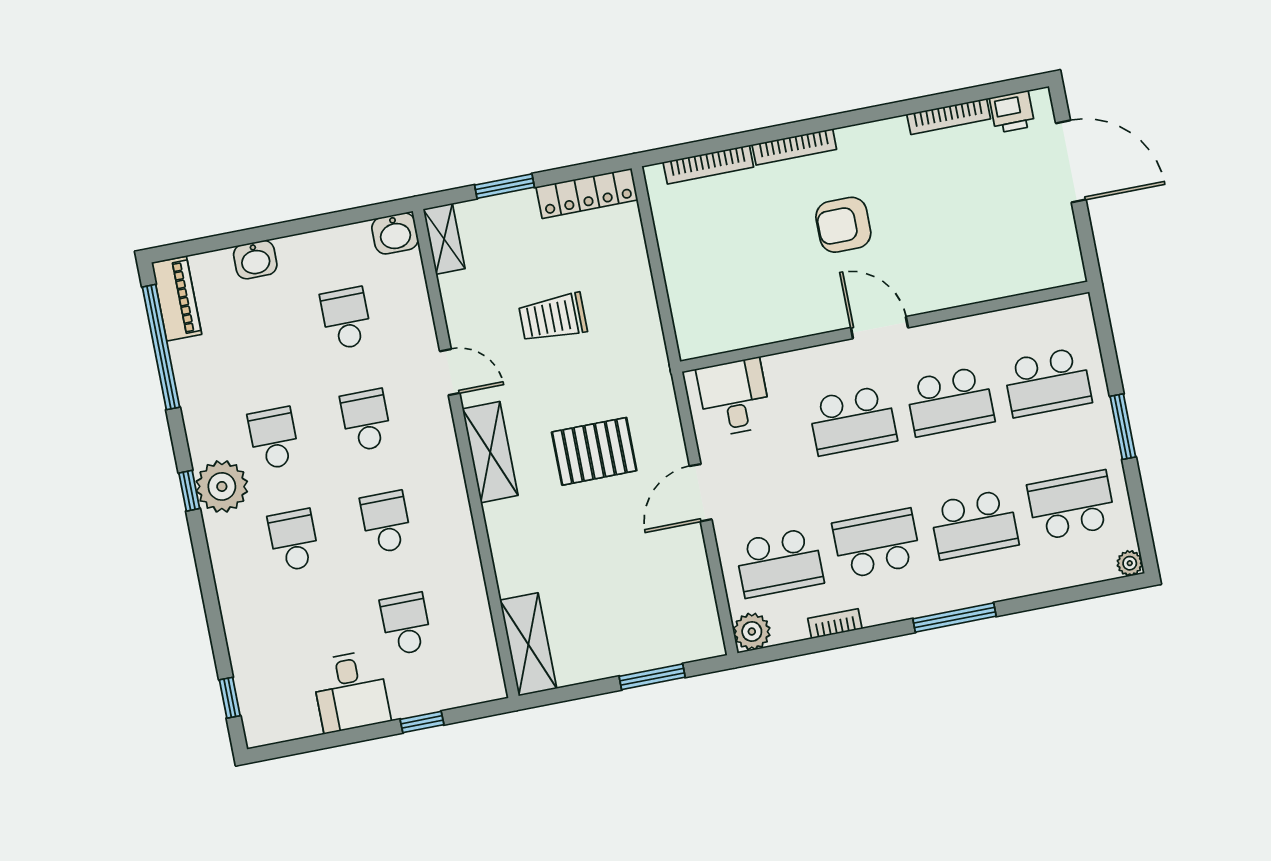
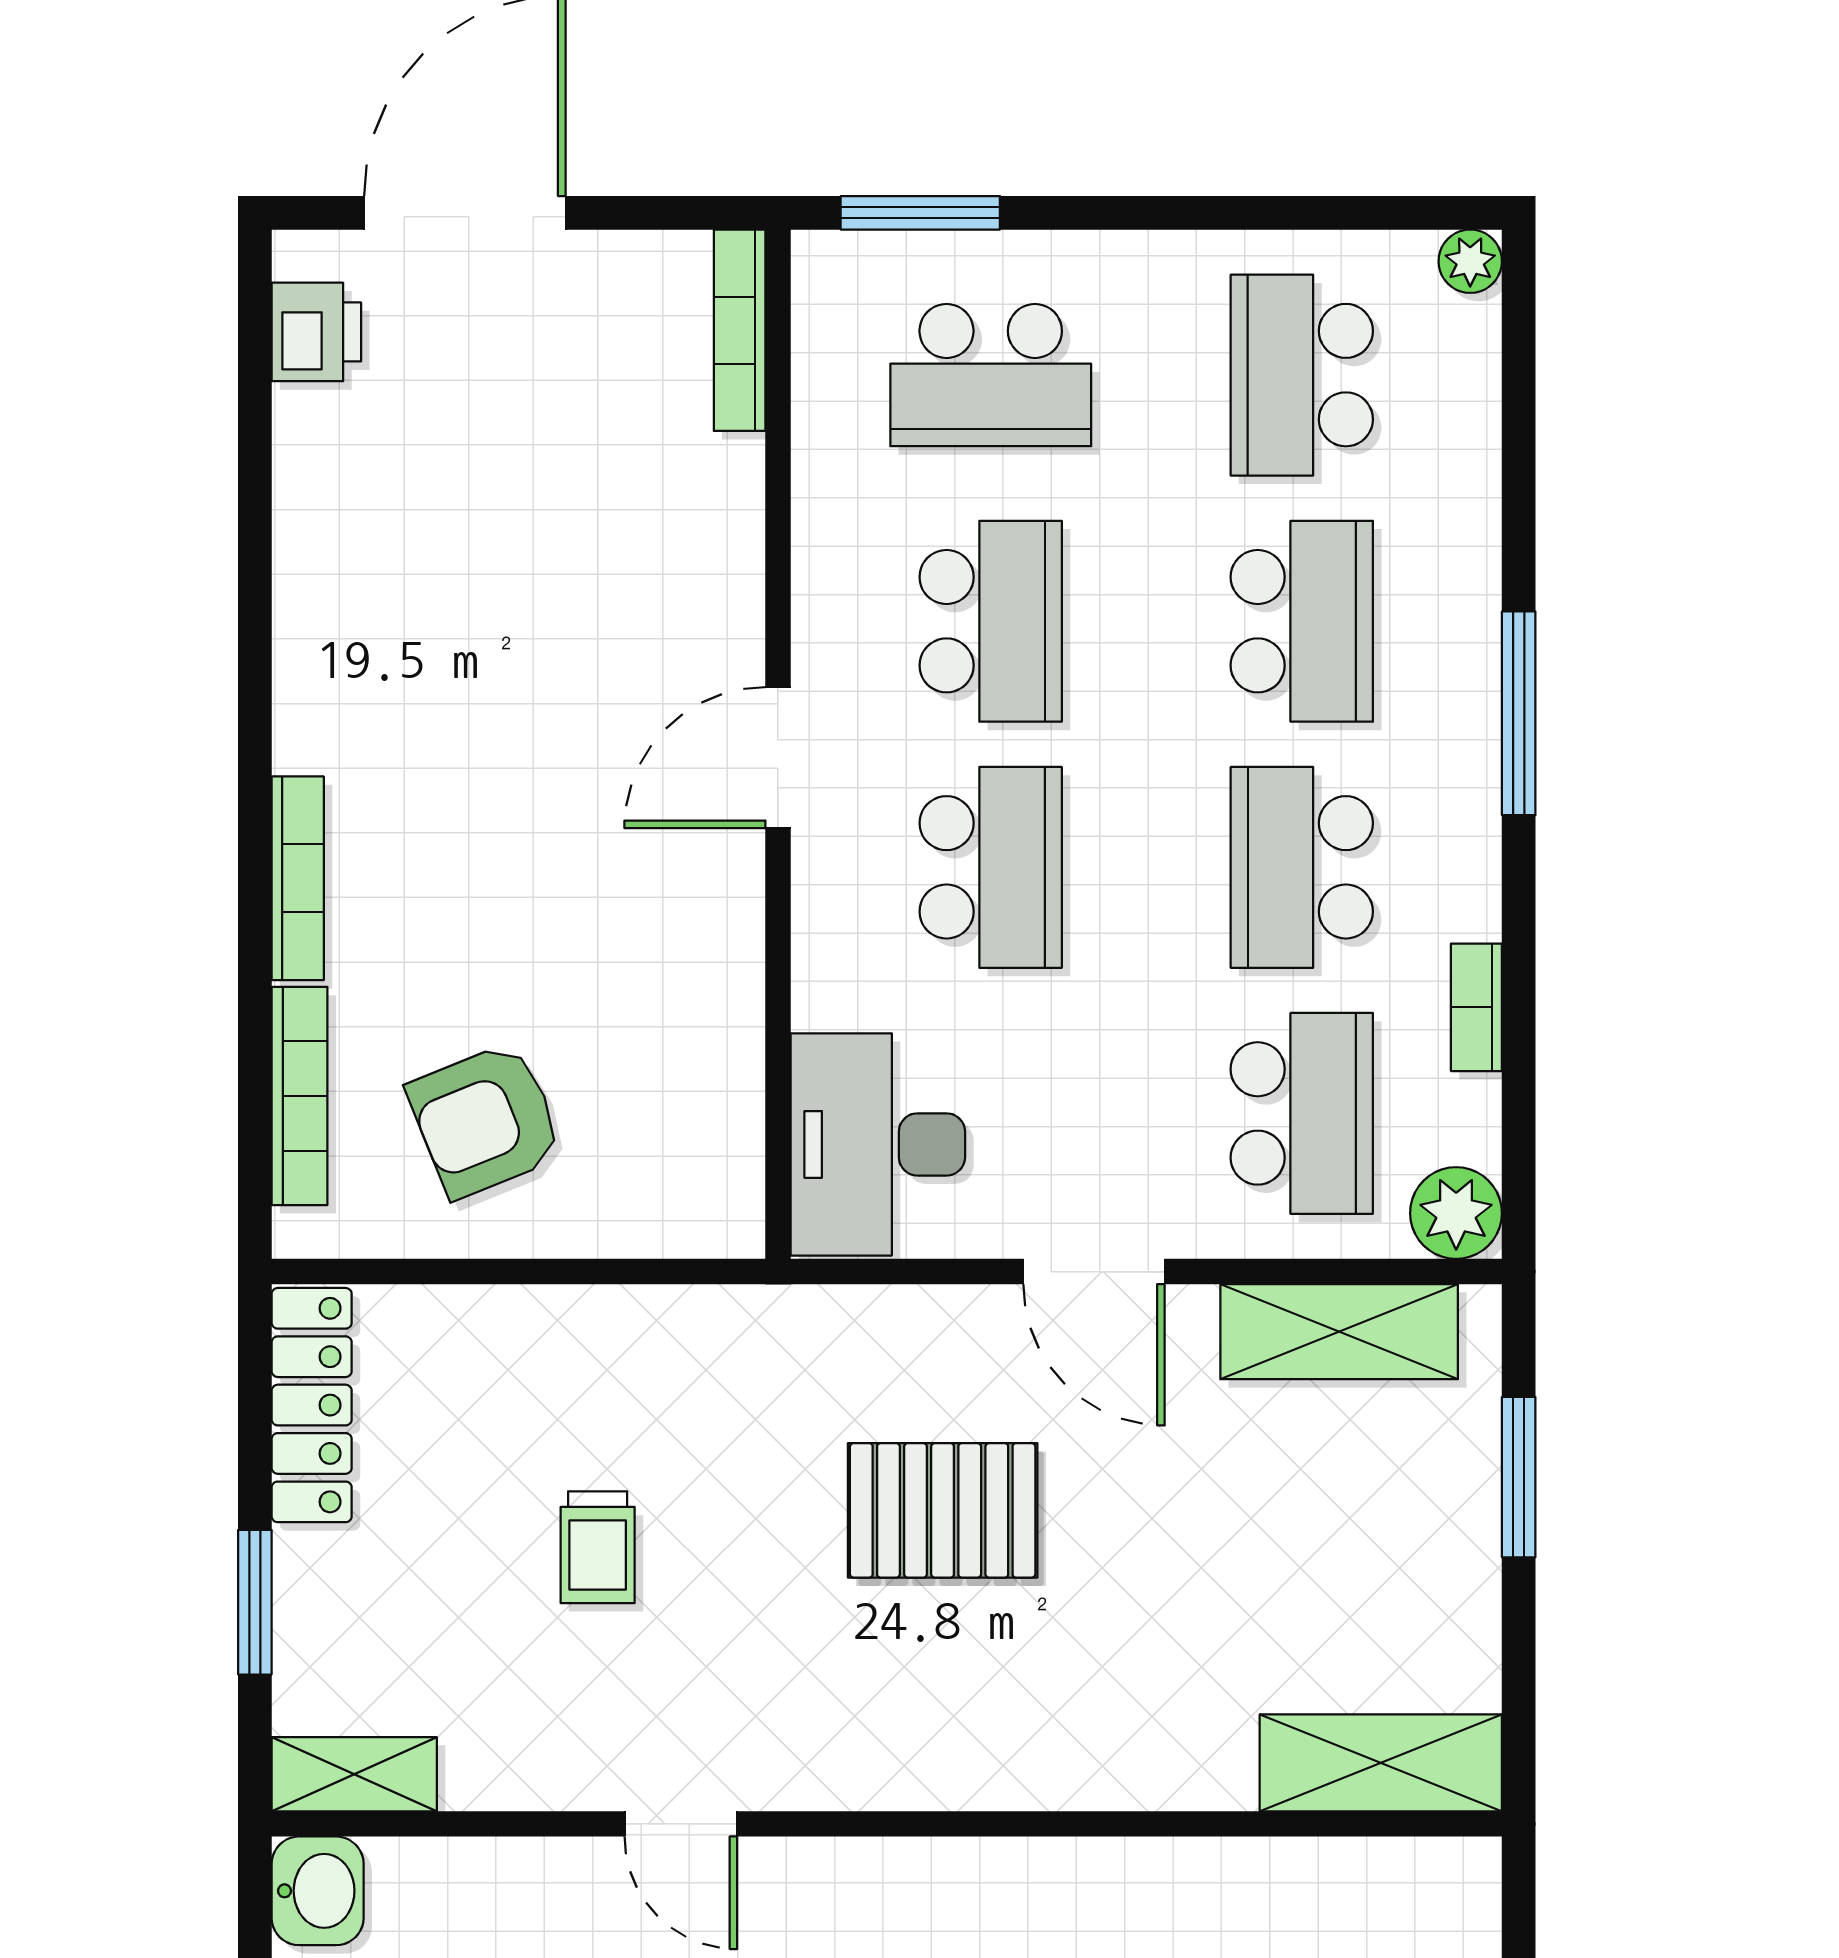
bookcase: (949, 117) -> (740, 330), moved, turned 180
armchair: (843, 225) -> (486, 1120), moved, turned 68
trolley: (553, 318) -> (598, 1547), width x0.73, depth x0.72
door: (450, 372) -> (681, 1824), swing flipped
school desk: (1047, 382) -> (991, 375), turned 90
desk: (734, 397) -> (878, 1144), width x1.37
window: (1123, 427) -> (920, 213), moved
pallet: (594, 451) -> (943, 1510), turned 90
shelving: (490, 452) -> (1339, 1332), moved

